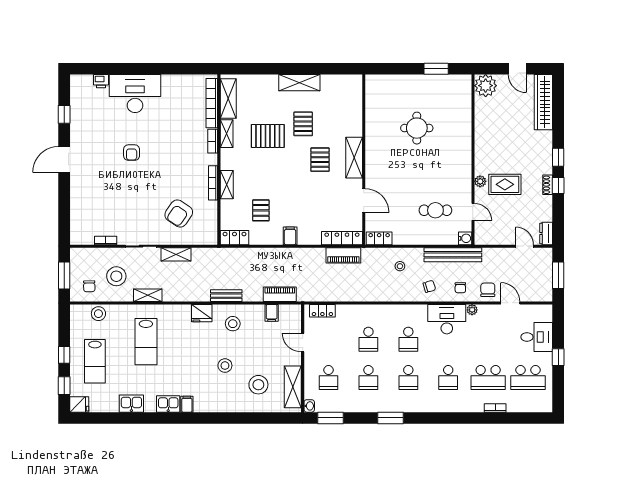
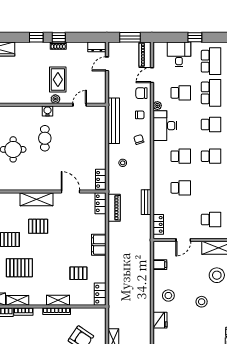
pallet: (268, 136) -> (19, 268), turned 90
door: (364, 200) -> (71, 192), hinge flipped
cafe table: (435, 210) -> (45, 138), moved
filing cabinet: (290, 236) -> (99, 245), width x2.00
locker: (342, 238) -> (100, 203), width x0.66
water cooler: (465, 238) -> (48, 111), moved
piano: (280, 294) -> (145, 55), moved
bench: (226, 296) -> (146, 202), moved
school desk: (368, 377) -> (181, 93), moved

